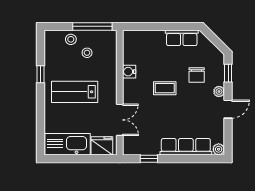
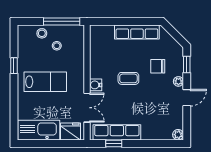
row of seats: (182, 38) -> (137, 32), width x1.48
water cooler: (129, 72) -> (96, 85), moved
chair: (197, 75) -> (158, 66), turned 90
lab bench: (75, 92) -> (45, 82), turned 180
row of seats: (186, 147) -> (117, 132), moved

